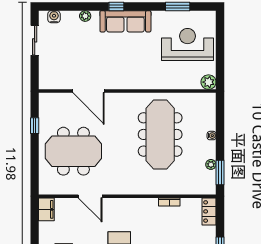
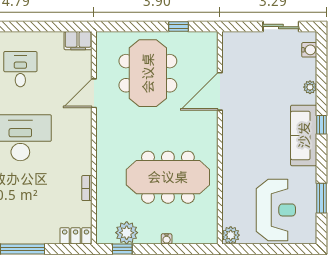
plant: (211, 164) -> (127, 233), width x1.87, depth x1.87
window: (220, 173) -> (122, 249), width x0.67

